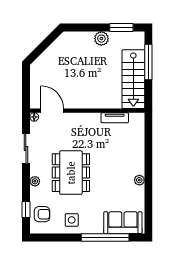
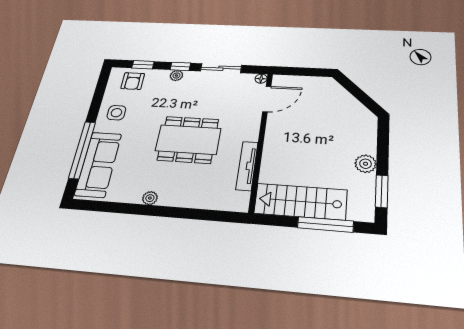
tv unit: (115, 118) -> (247, 166), width x1.41
dining table: (71, 173) -> (188, 140), moved
window: (26, 180) -> (180, 66), added
sofa: (123, 223) -> (98, 164), width x1.36

